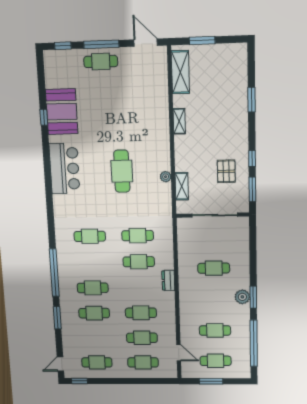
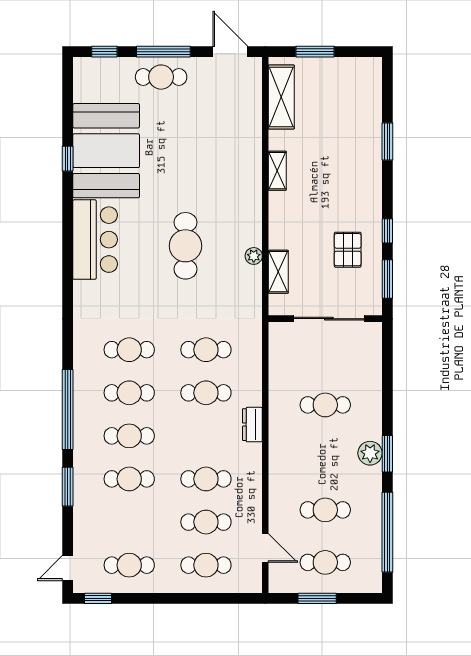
booth: (62, 112) -> (106, 151), width x1.36, depth x1.42
cafe table: (91, 262) -> (129, 393), added

